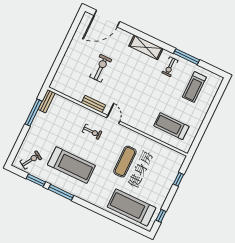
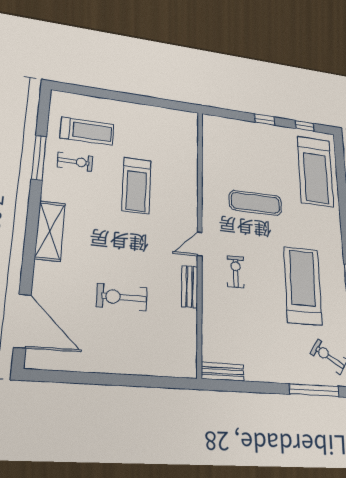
exercise bike: (170, 67) -> (75, 162), moved
window: (33, 112) -> (314, 390), moved
treadmill: (171, 126) -> (136, 186), moved
window: (178, 179) -> (265, 120), moved

